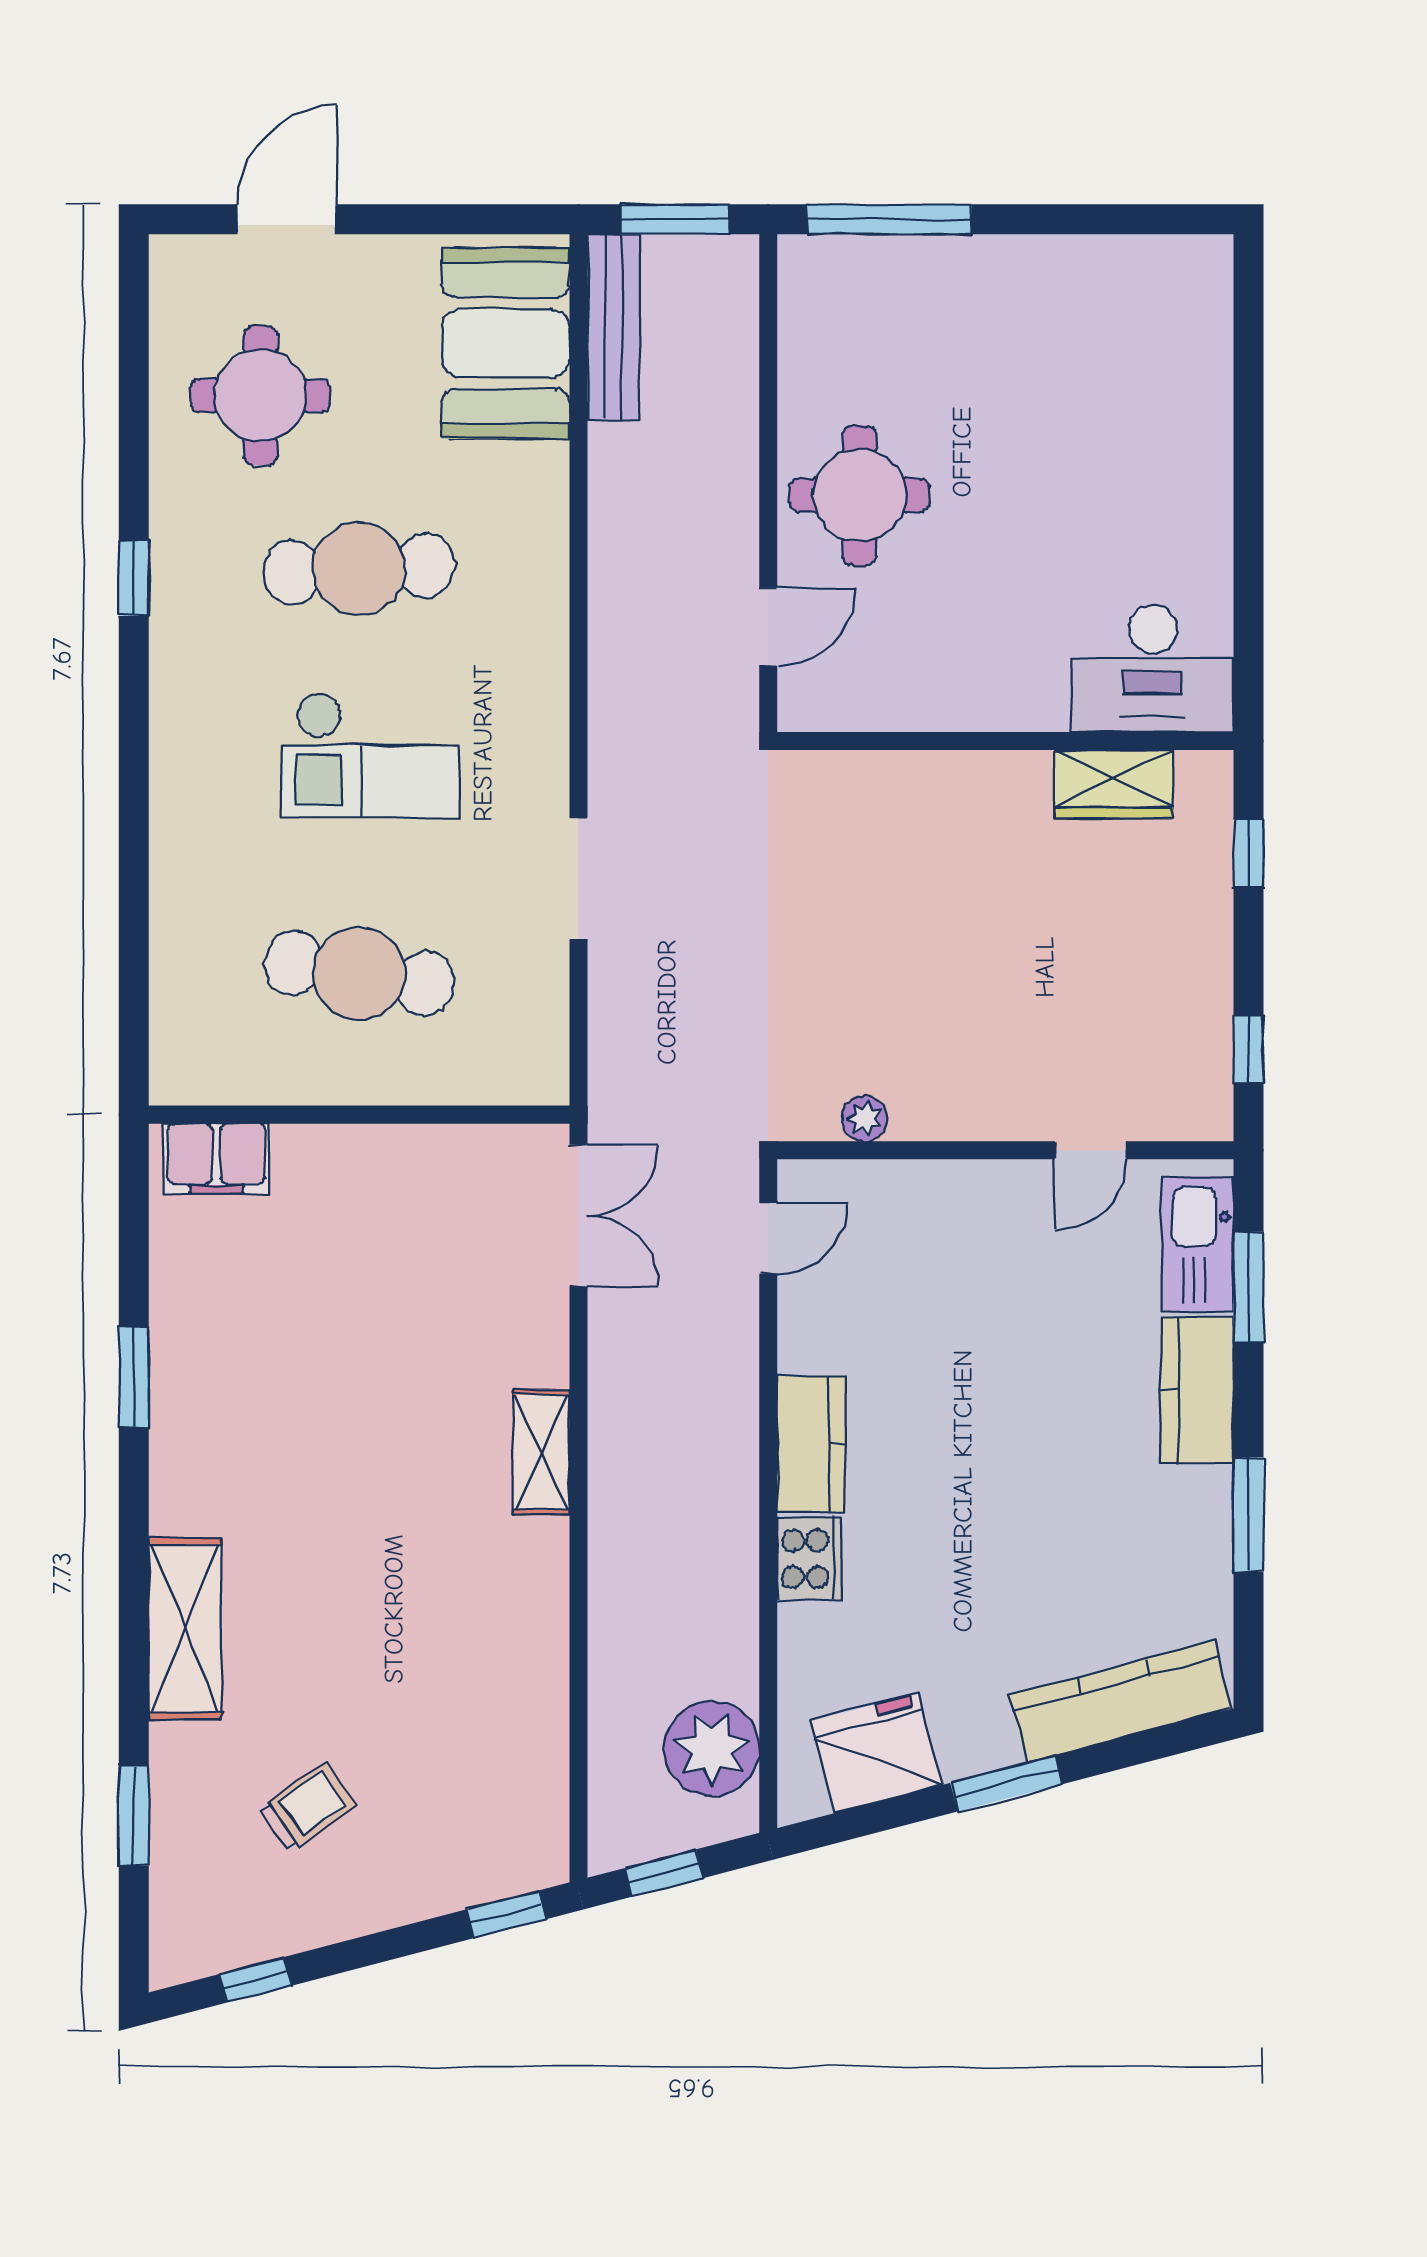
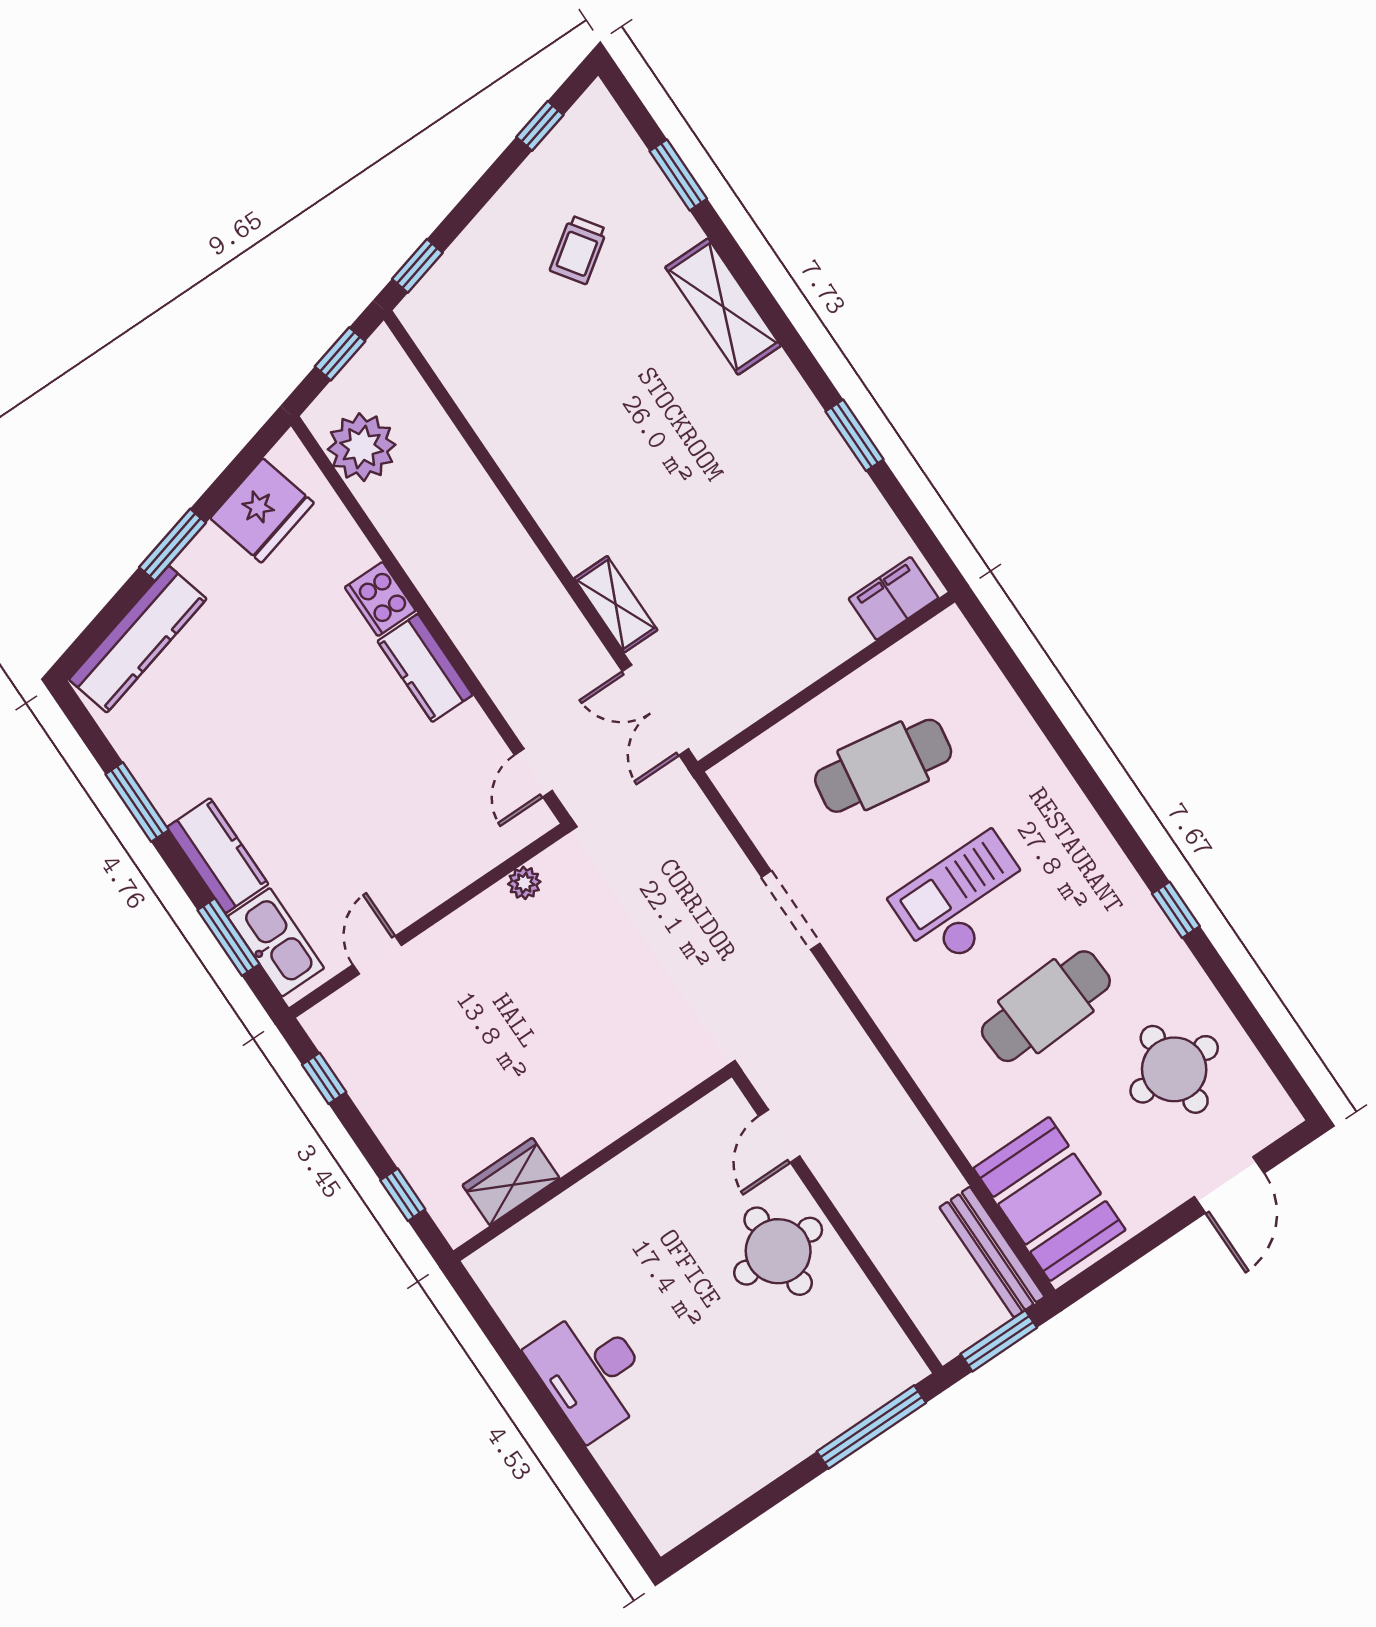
desk: (1153, 669) -> (591, 1373), moved, turned -90
shelving: (541, 1452) -> (616, 604), moved

